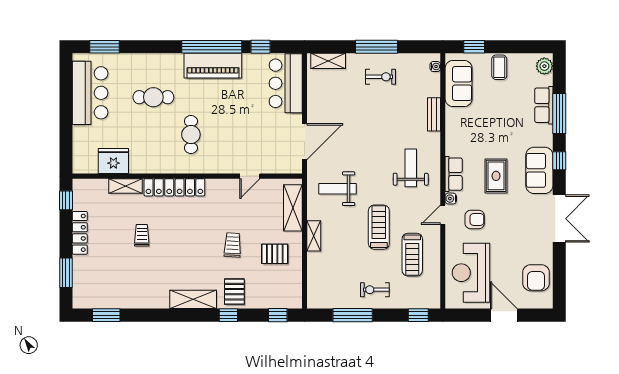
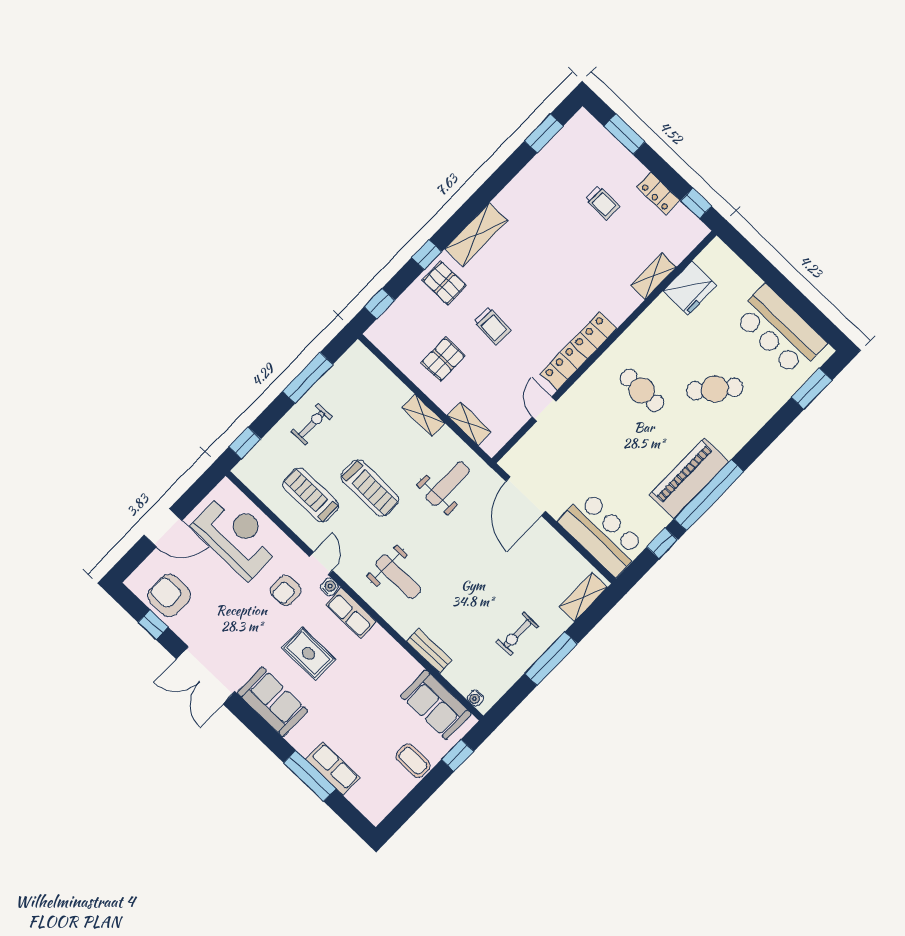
plant: (544, 66) -> (371, 807), removed
cafe table: (153, 97) -> (715, 389), turned 41
window: (559, 161) -> (153, 625), moved
locker: (174, 187) -> (579, 351), moved
shelving: (293, 208) -> (469, 424), width x0.67, depth x0.75
locker: (80, 233) -> (658, 193), width x0.66
trolley: (142, 235) -> (603, 203), moved

